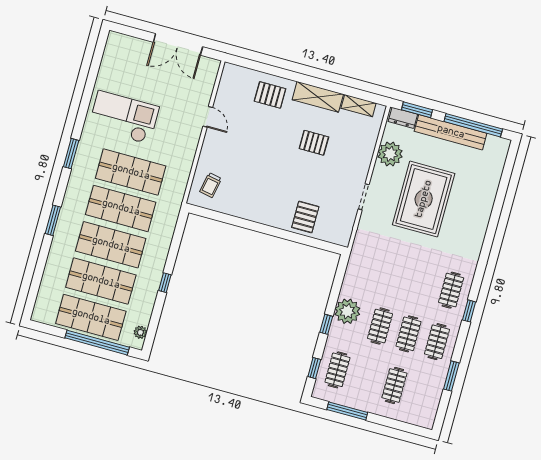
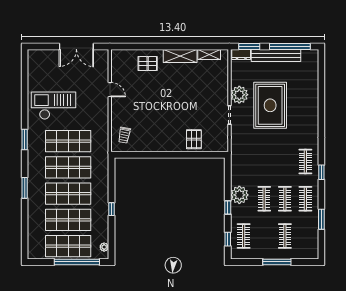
pallet: (314, 143) -> (186, 88), removed
plant: (390, 154) -> (239, 95), moved
window: (347, 411) -> (277, 262), moved

